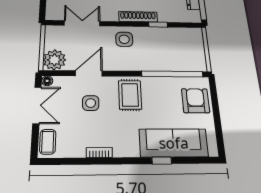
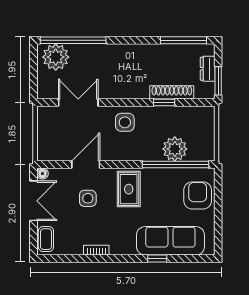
shoe rack: (138, 17) -> (172, 92), moved
plant: (54, 60) -> (175, 149), moved

